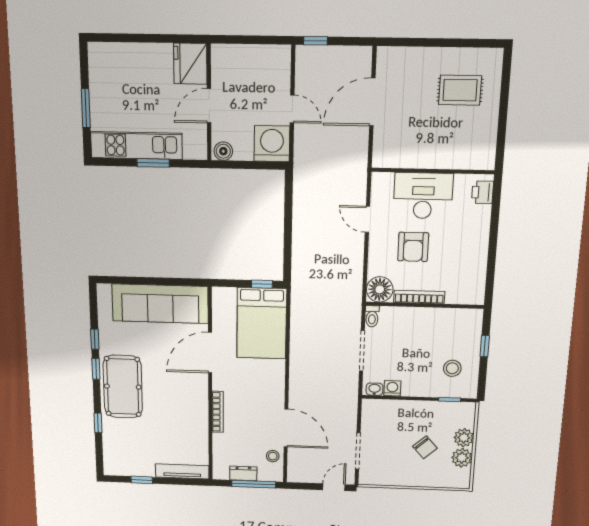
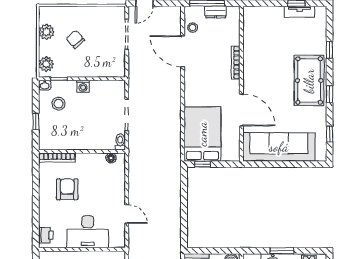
armchair: (413, 247) -> (67, 189), moved
floor lamp: (380, 289) -> (111, 158), width x0.53, depth x0.53
bookcase: (419, 297) -> (57, 158), moved
window: (95, 339) -> (329, 134), moved
door: (210, 353) -> (241, 110), hinge flipped
washing machine: (392, 388) -> (83, 86), moved
washbasin: (375, 389) -> (45, 85), moved
plant: (464, 438) -> (46, 64), moved
tv unit: (182, 471) -> (299, 12), moved, width x0.71

